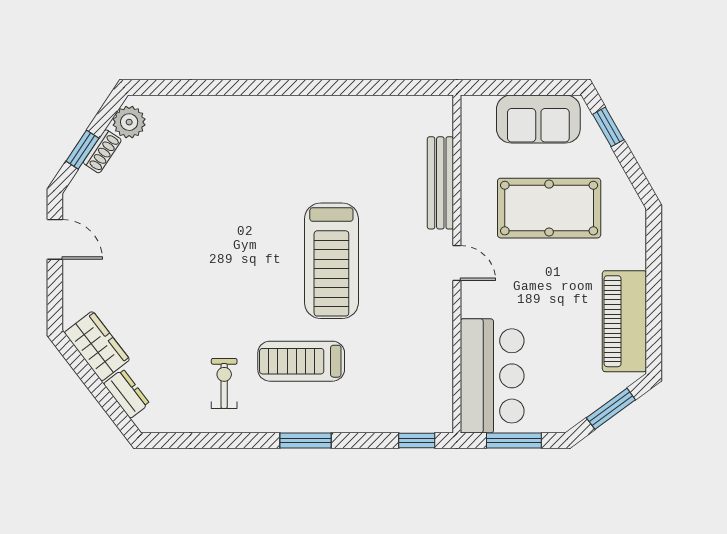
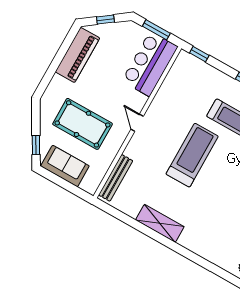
shelving: (321, 113) -> (160, 223), added
bench: (440, 183) -> (116, 178), moved
window: (611, 409) -> (105, 20), width x0.67

